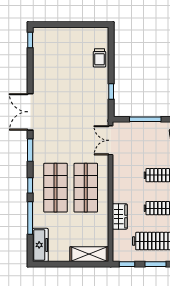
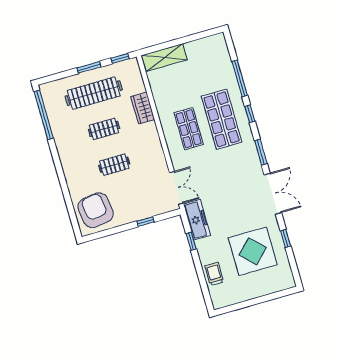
window: (30, 40) -> (286, 238), moved
display table: (61, 68) -> (253, 251), added
window: (145, 119) -> (145, 222), width x0.46
shop shelf: (86, 188) -> (189, 129), width x0.70, depth x0.74
freezer: (40, 245) -> (197, 220), moved, turned 180

